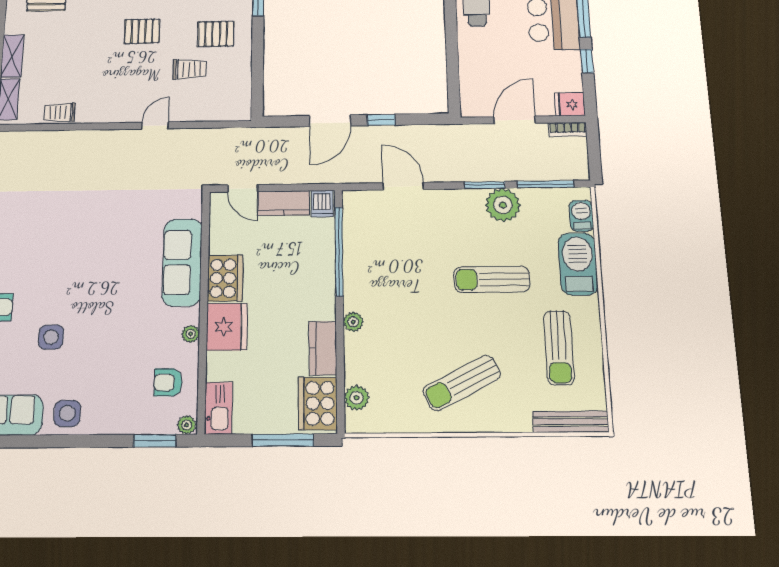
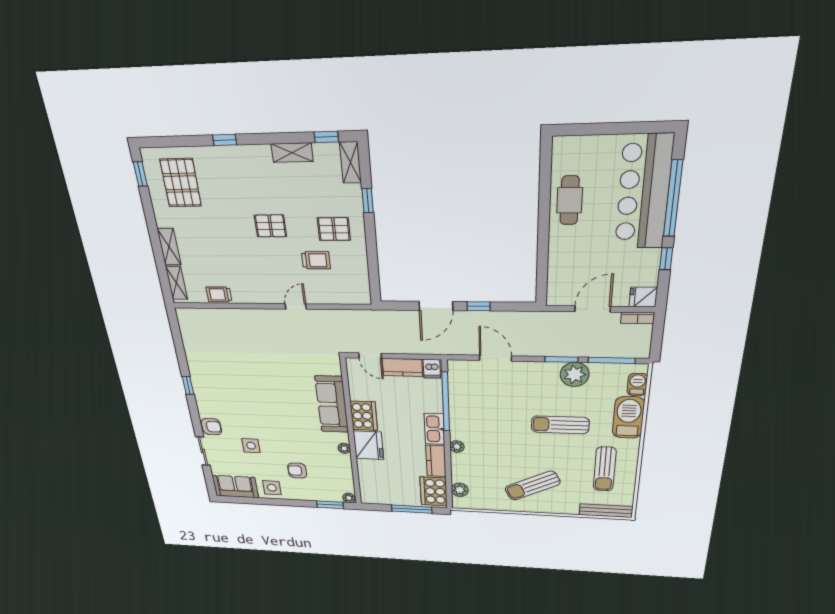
armchair: (168, 382) -> (297, 471), moved
kitchen sink: (218, 408) -> (435, 429), moved, turned 180

